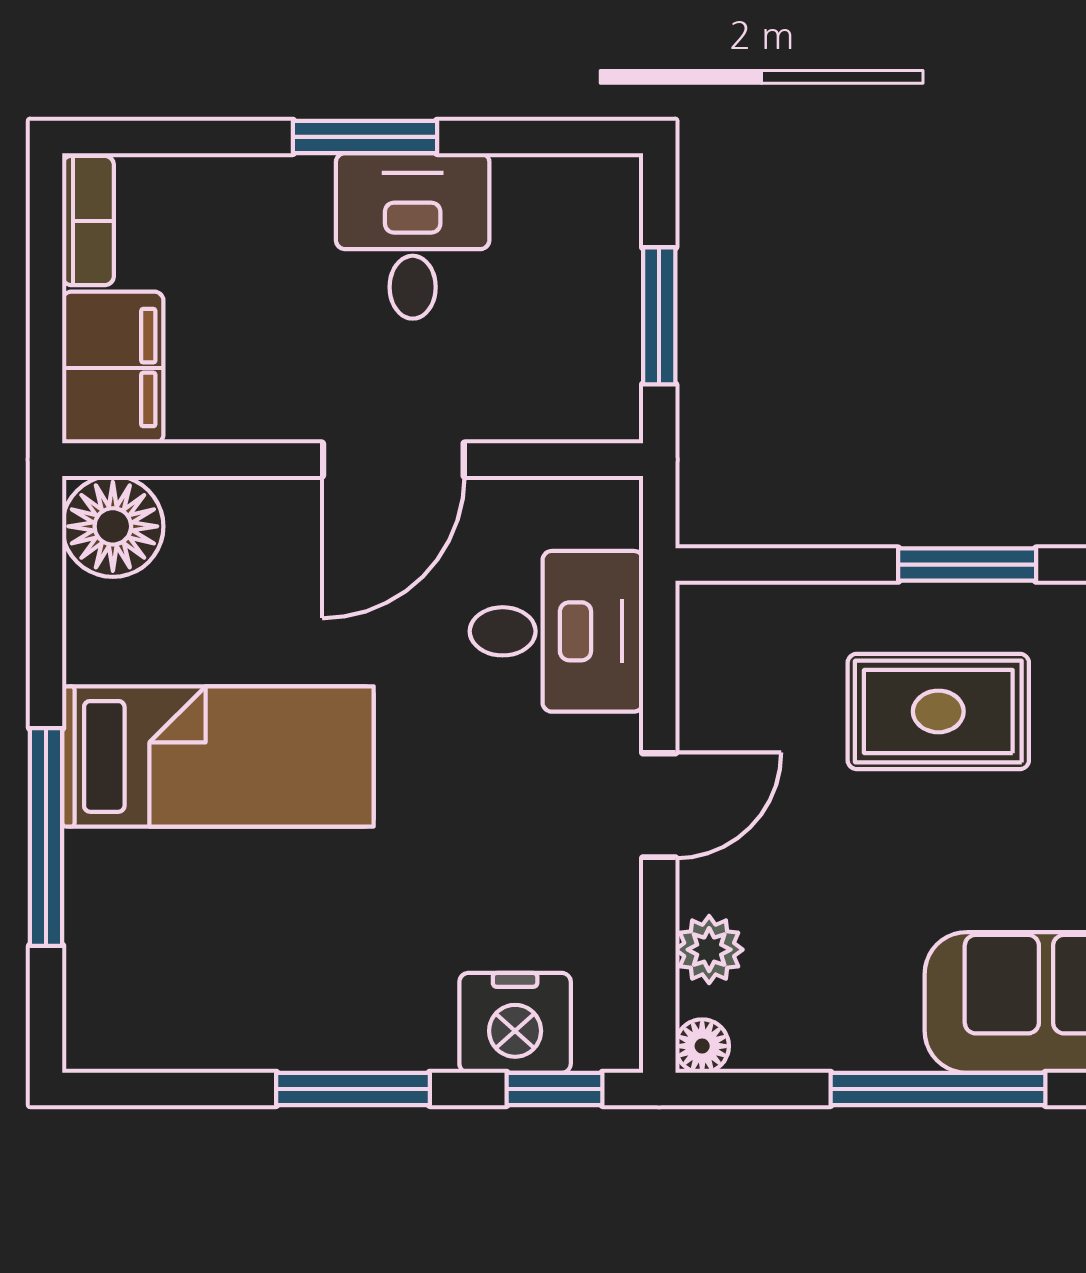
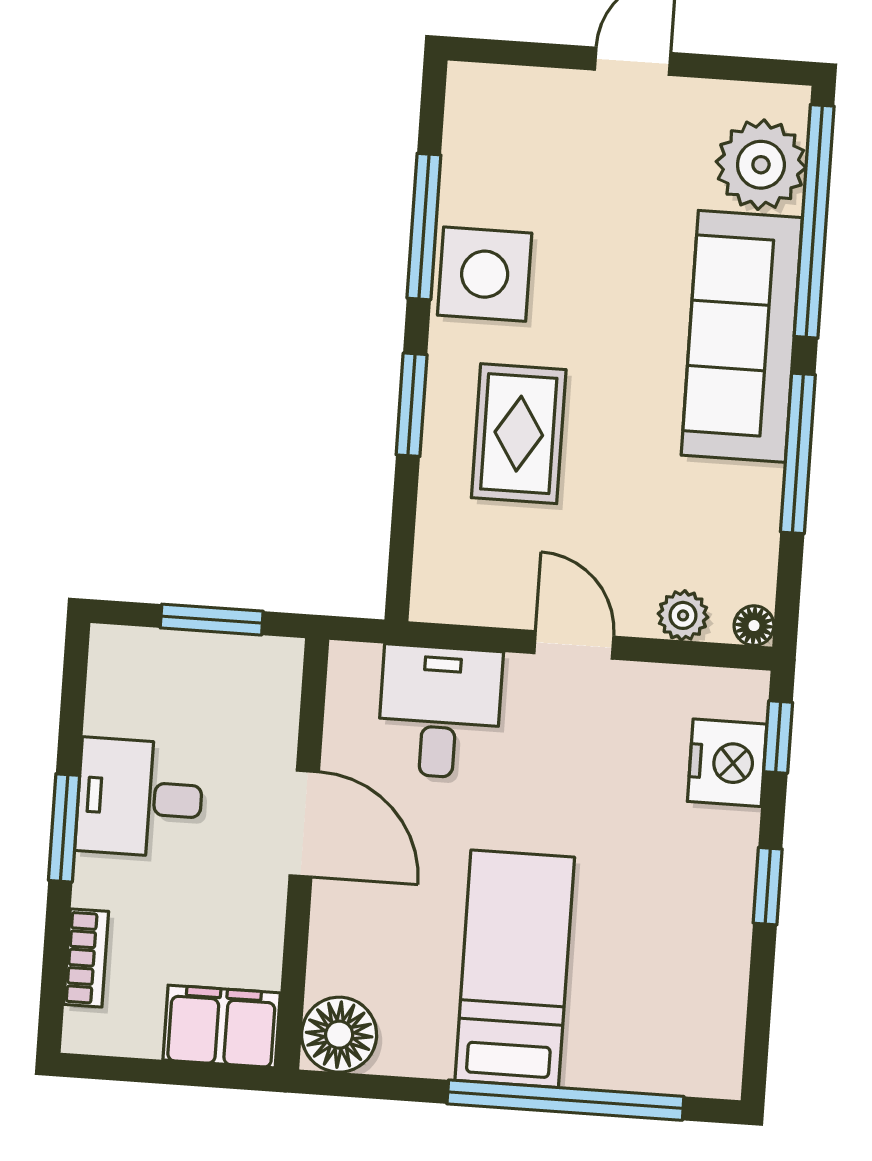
bookcase: (88, 221) -> (86, 958), moved, turned 90
window: (46, 837) -> (565, 1100), width x1.46
window: (353, 1089) -> (768, 886), width x0.67

